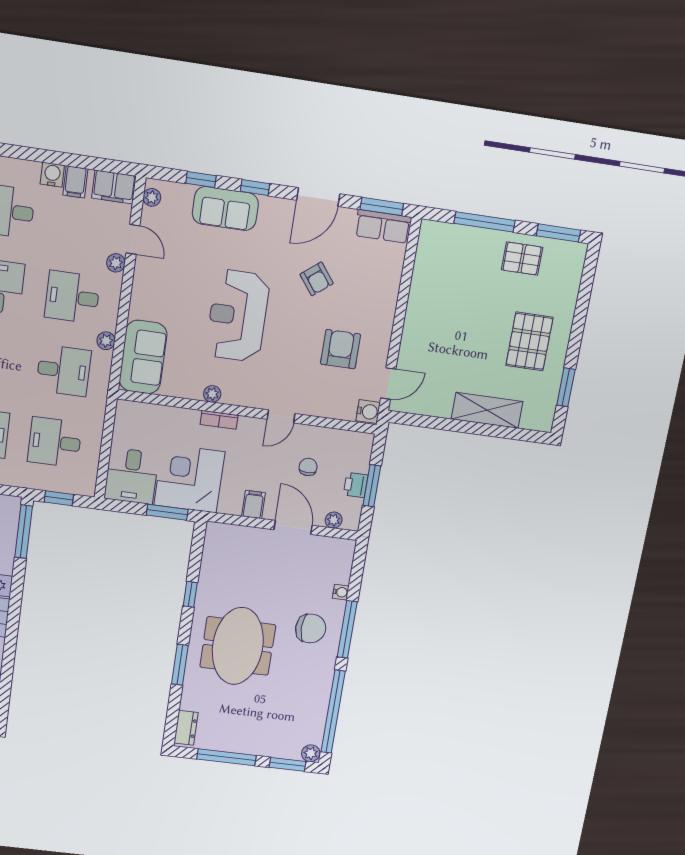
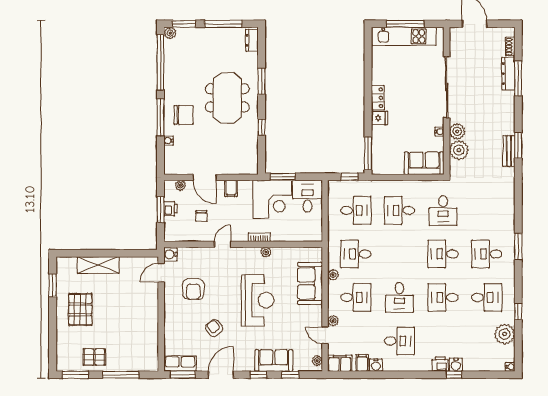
sofa: (143, 357) -> (310, 283), moved
chair: (311, 628) -> (183, 115), turned 180

